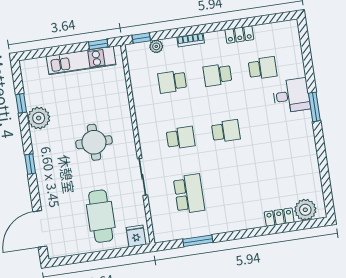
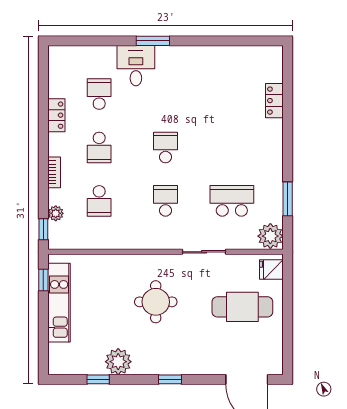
plant: (305, 210) -> (270, 236), moved

